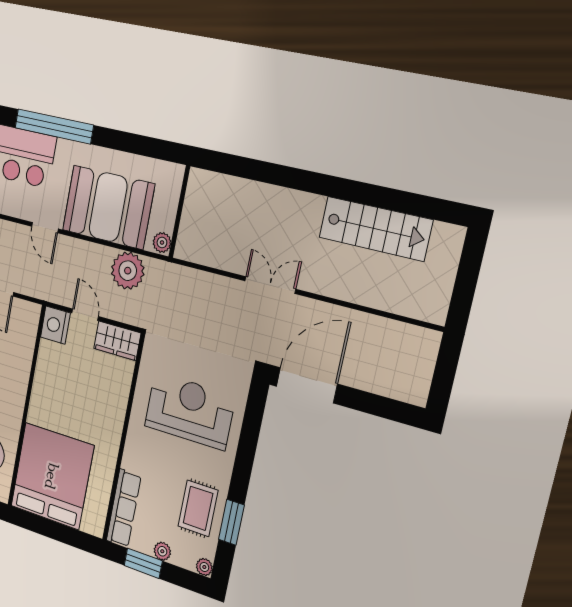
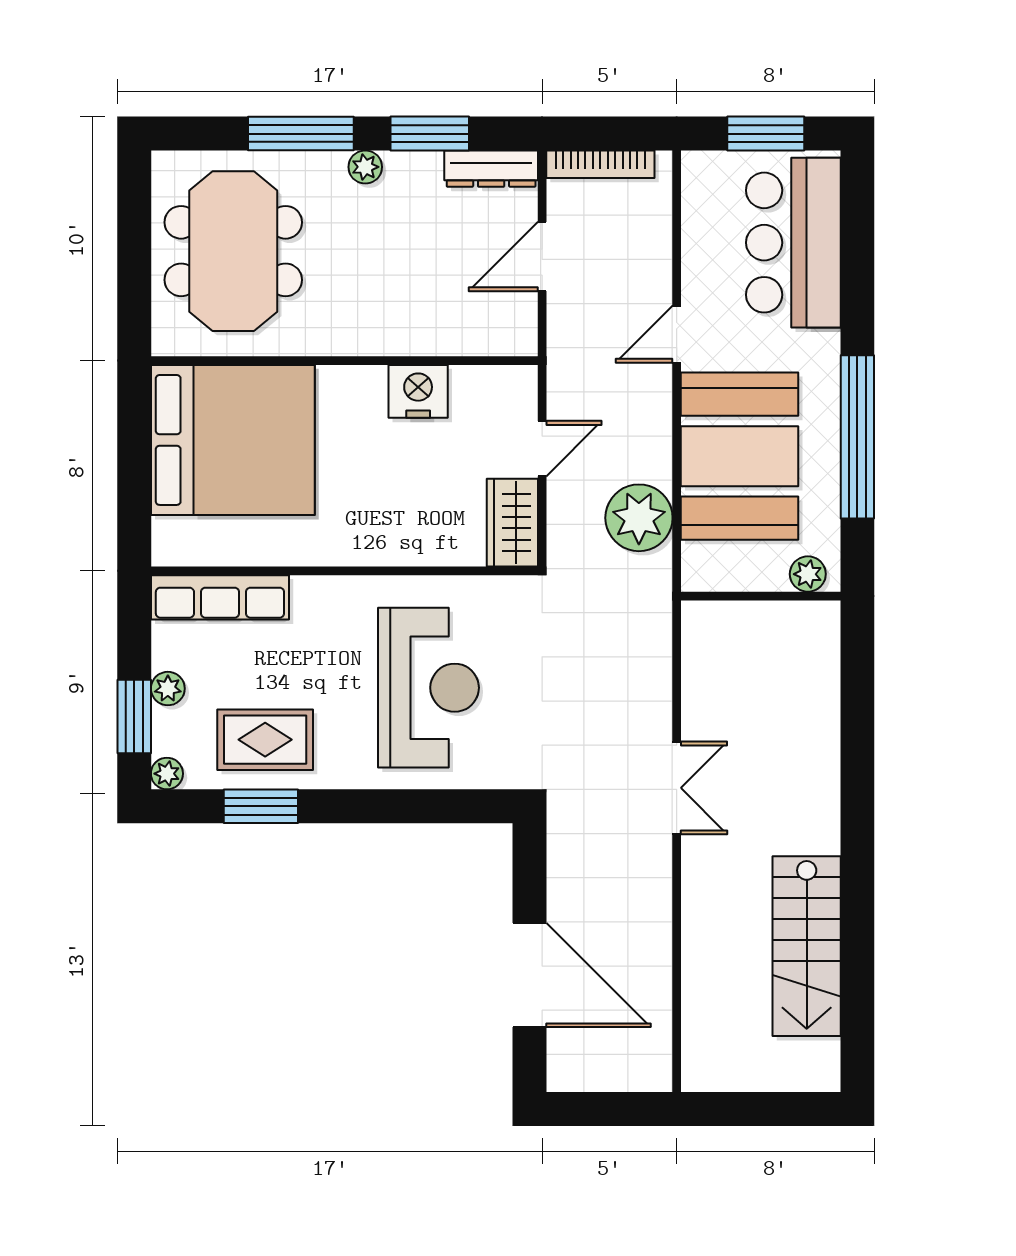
window: (54, 126) -> (857, 437), moved
plant: (162, 242) -> (808, 574), moved
nightstand: (55, 325) -> (418, 391), moved
door: (307, 385) -> (529, 975), moved
window: (143, 563) -> (134, 717), moved

